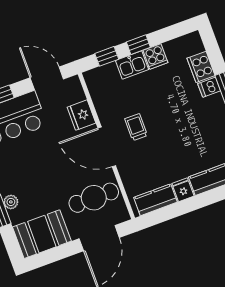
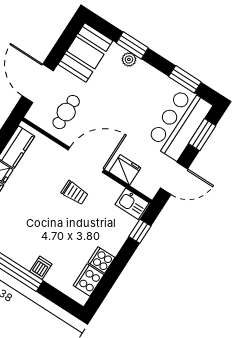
window: (138, 45) -> (122, 259), removed
kitchen sink: (132, 65) -> (132, 204), moved, turned -90
cooker: (201, 67) -> (89, 280), moved, turned -90
cafe table: (94, 198) -> (66, 112), width x0.73, depth x0.74

